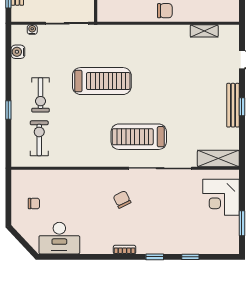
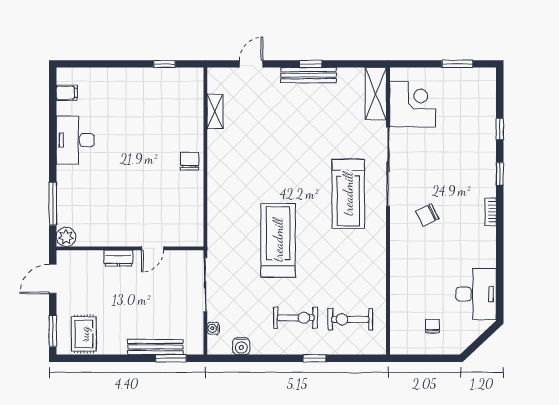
corner desk: (221, 197) -> (413, 104), moved, turned -90

